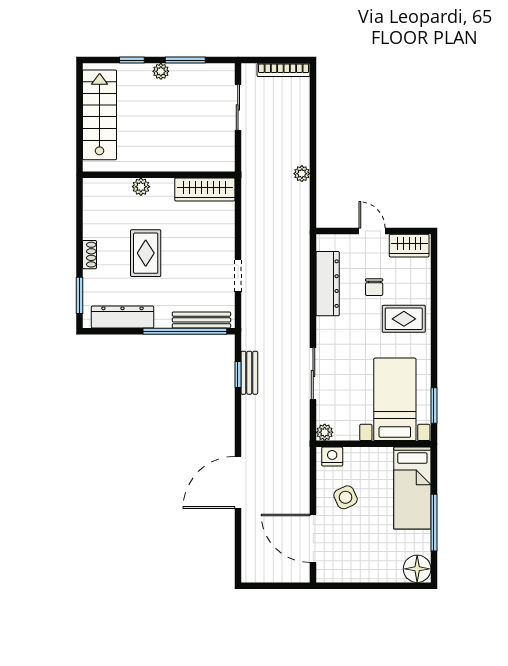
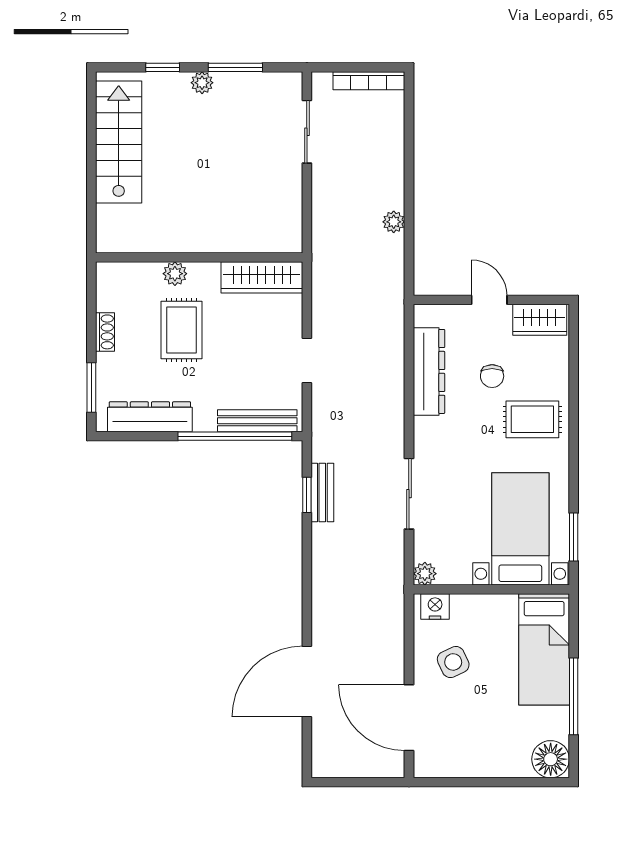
wall: (159, 175) -> (199, 257), moved
plant: (141, 187) -> (175, 274), moved
wardrobe: (205, 189) -> (262, 277), moved
door: (238, 482) -> (307, 682), moved

